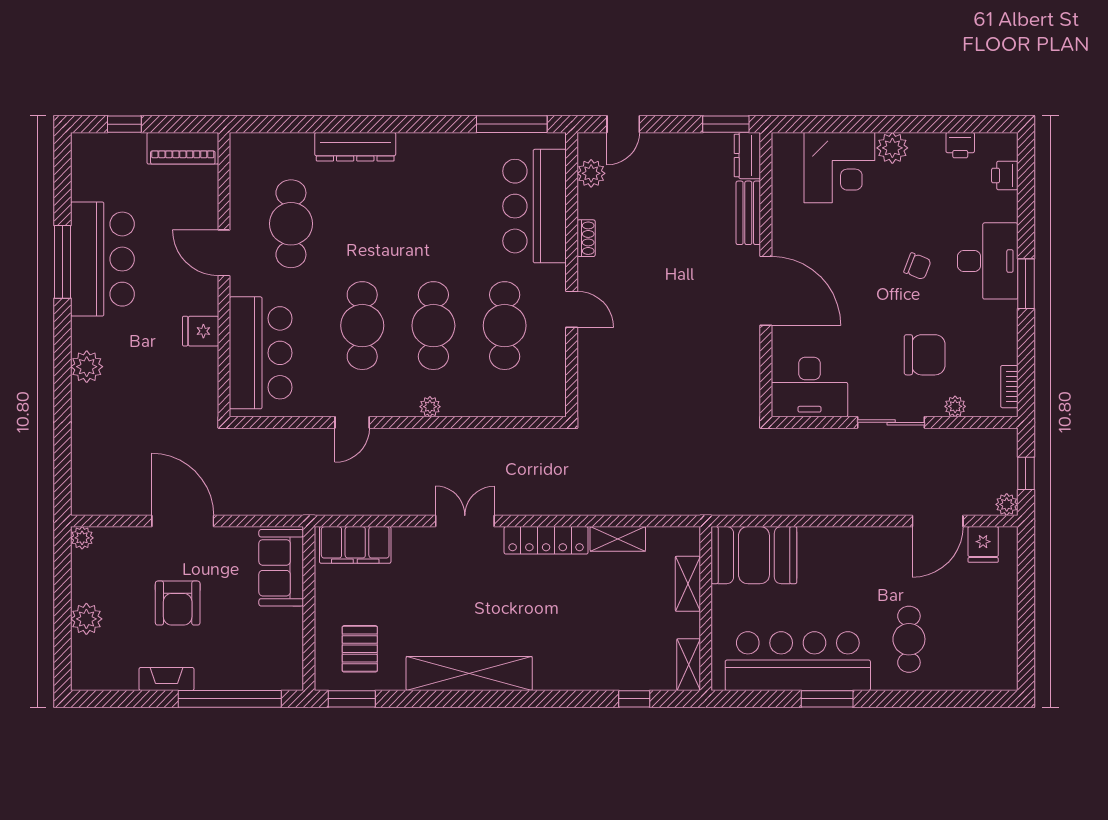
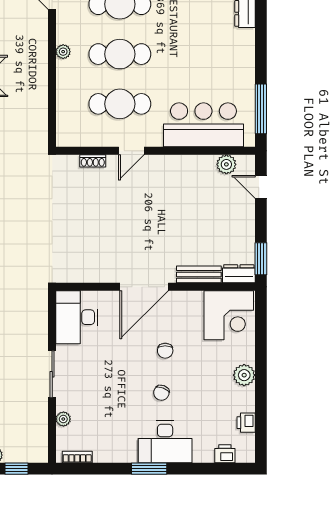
corner desk: (839, 168) -> (229, 315), moved, turned -90
shoe rack: (586, 238) -> (93, 161), moved
chair: (925, 355) -> (165, 351), moved, width x0.54, depth x0.54

